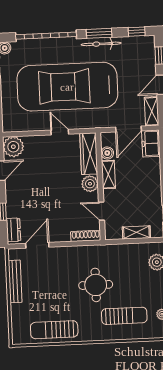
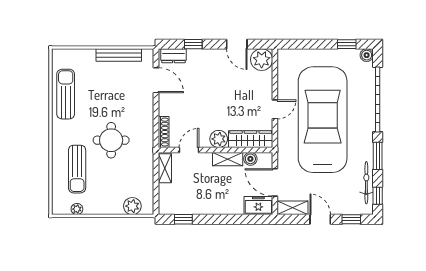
bicycle: (101, 44) -> (366, 183), moved
shelving: (136, 232) -> (165, 168), moved

